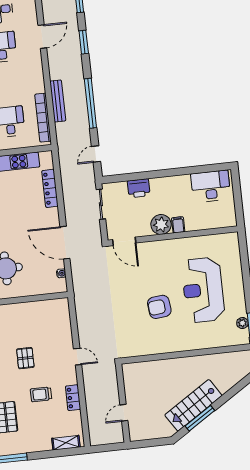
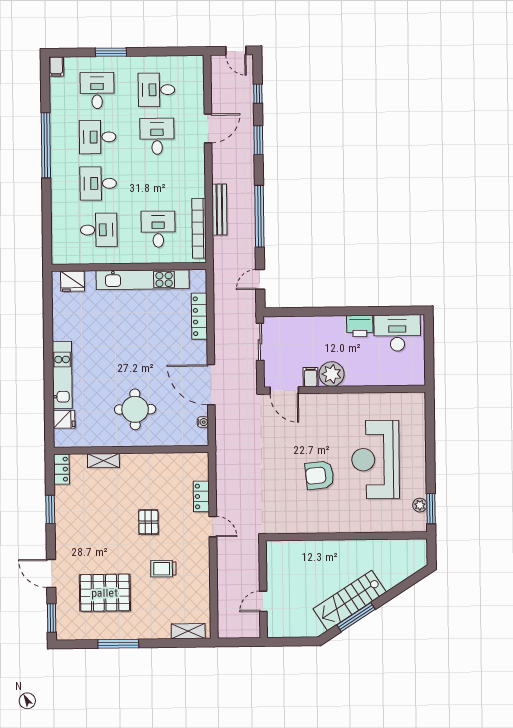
printer: (139, 188) -> (360, 326), moved
filing cabinet: (178, 225) -> (311, 377), moved
locker: (73, 398) -> (201, 496), moved

